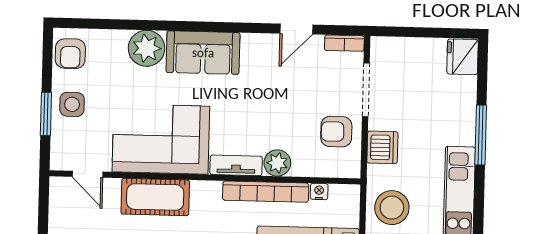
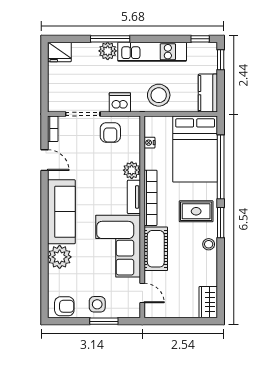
sofa: (203, 53) -> (61, 212), width x1.36
plant: (462, 131) -> (108, 51), added
door: (88, 174) -> (142, 293), hinge flipped
bookcase: (266, 192) -> (150, 198), moved

